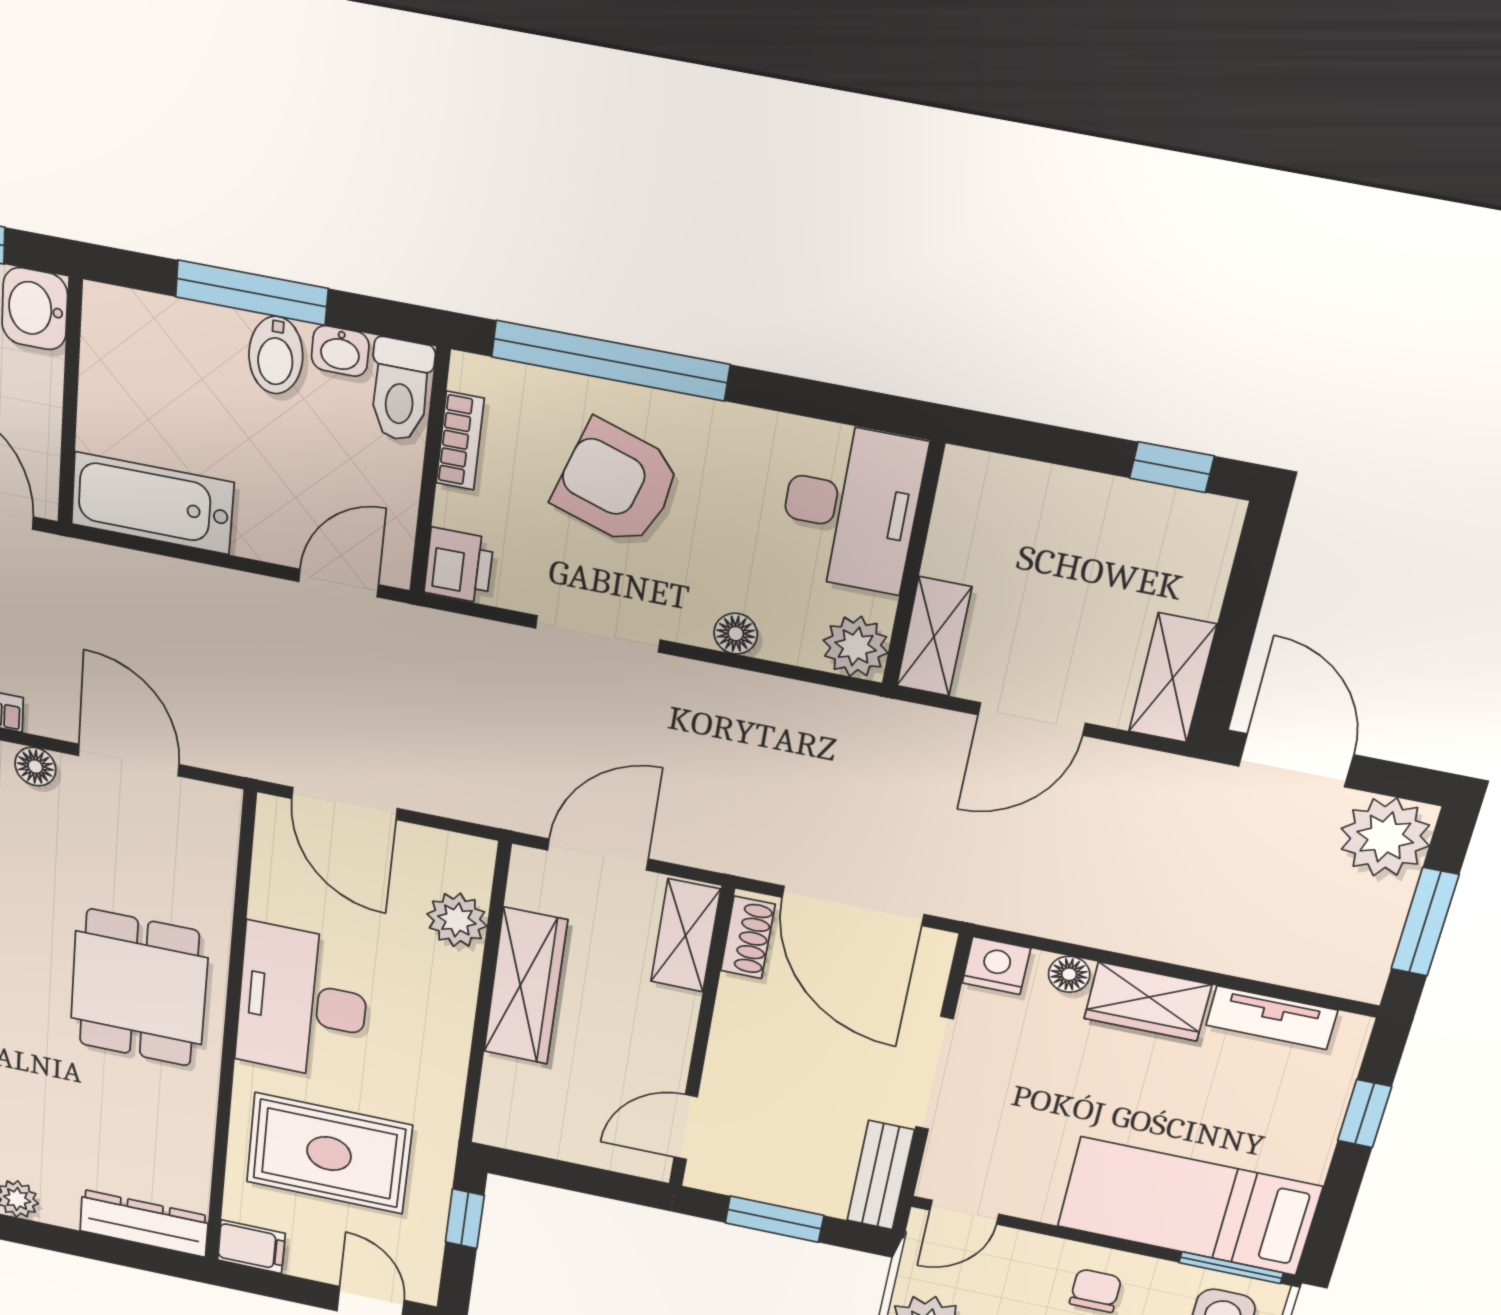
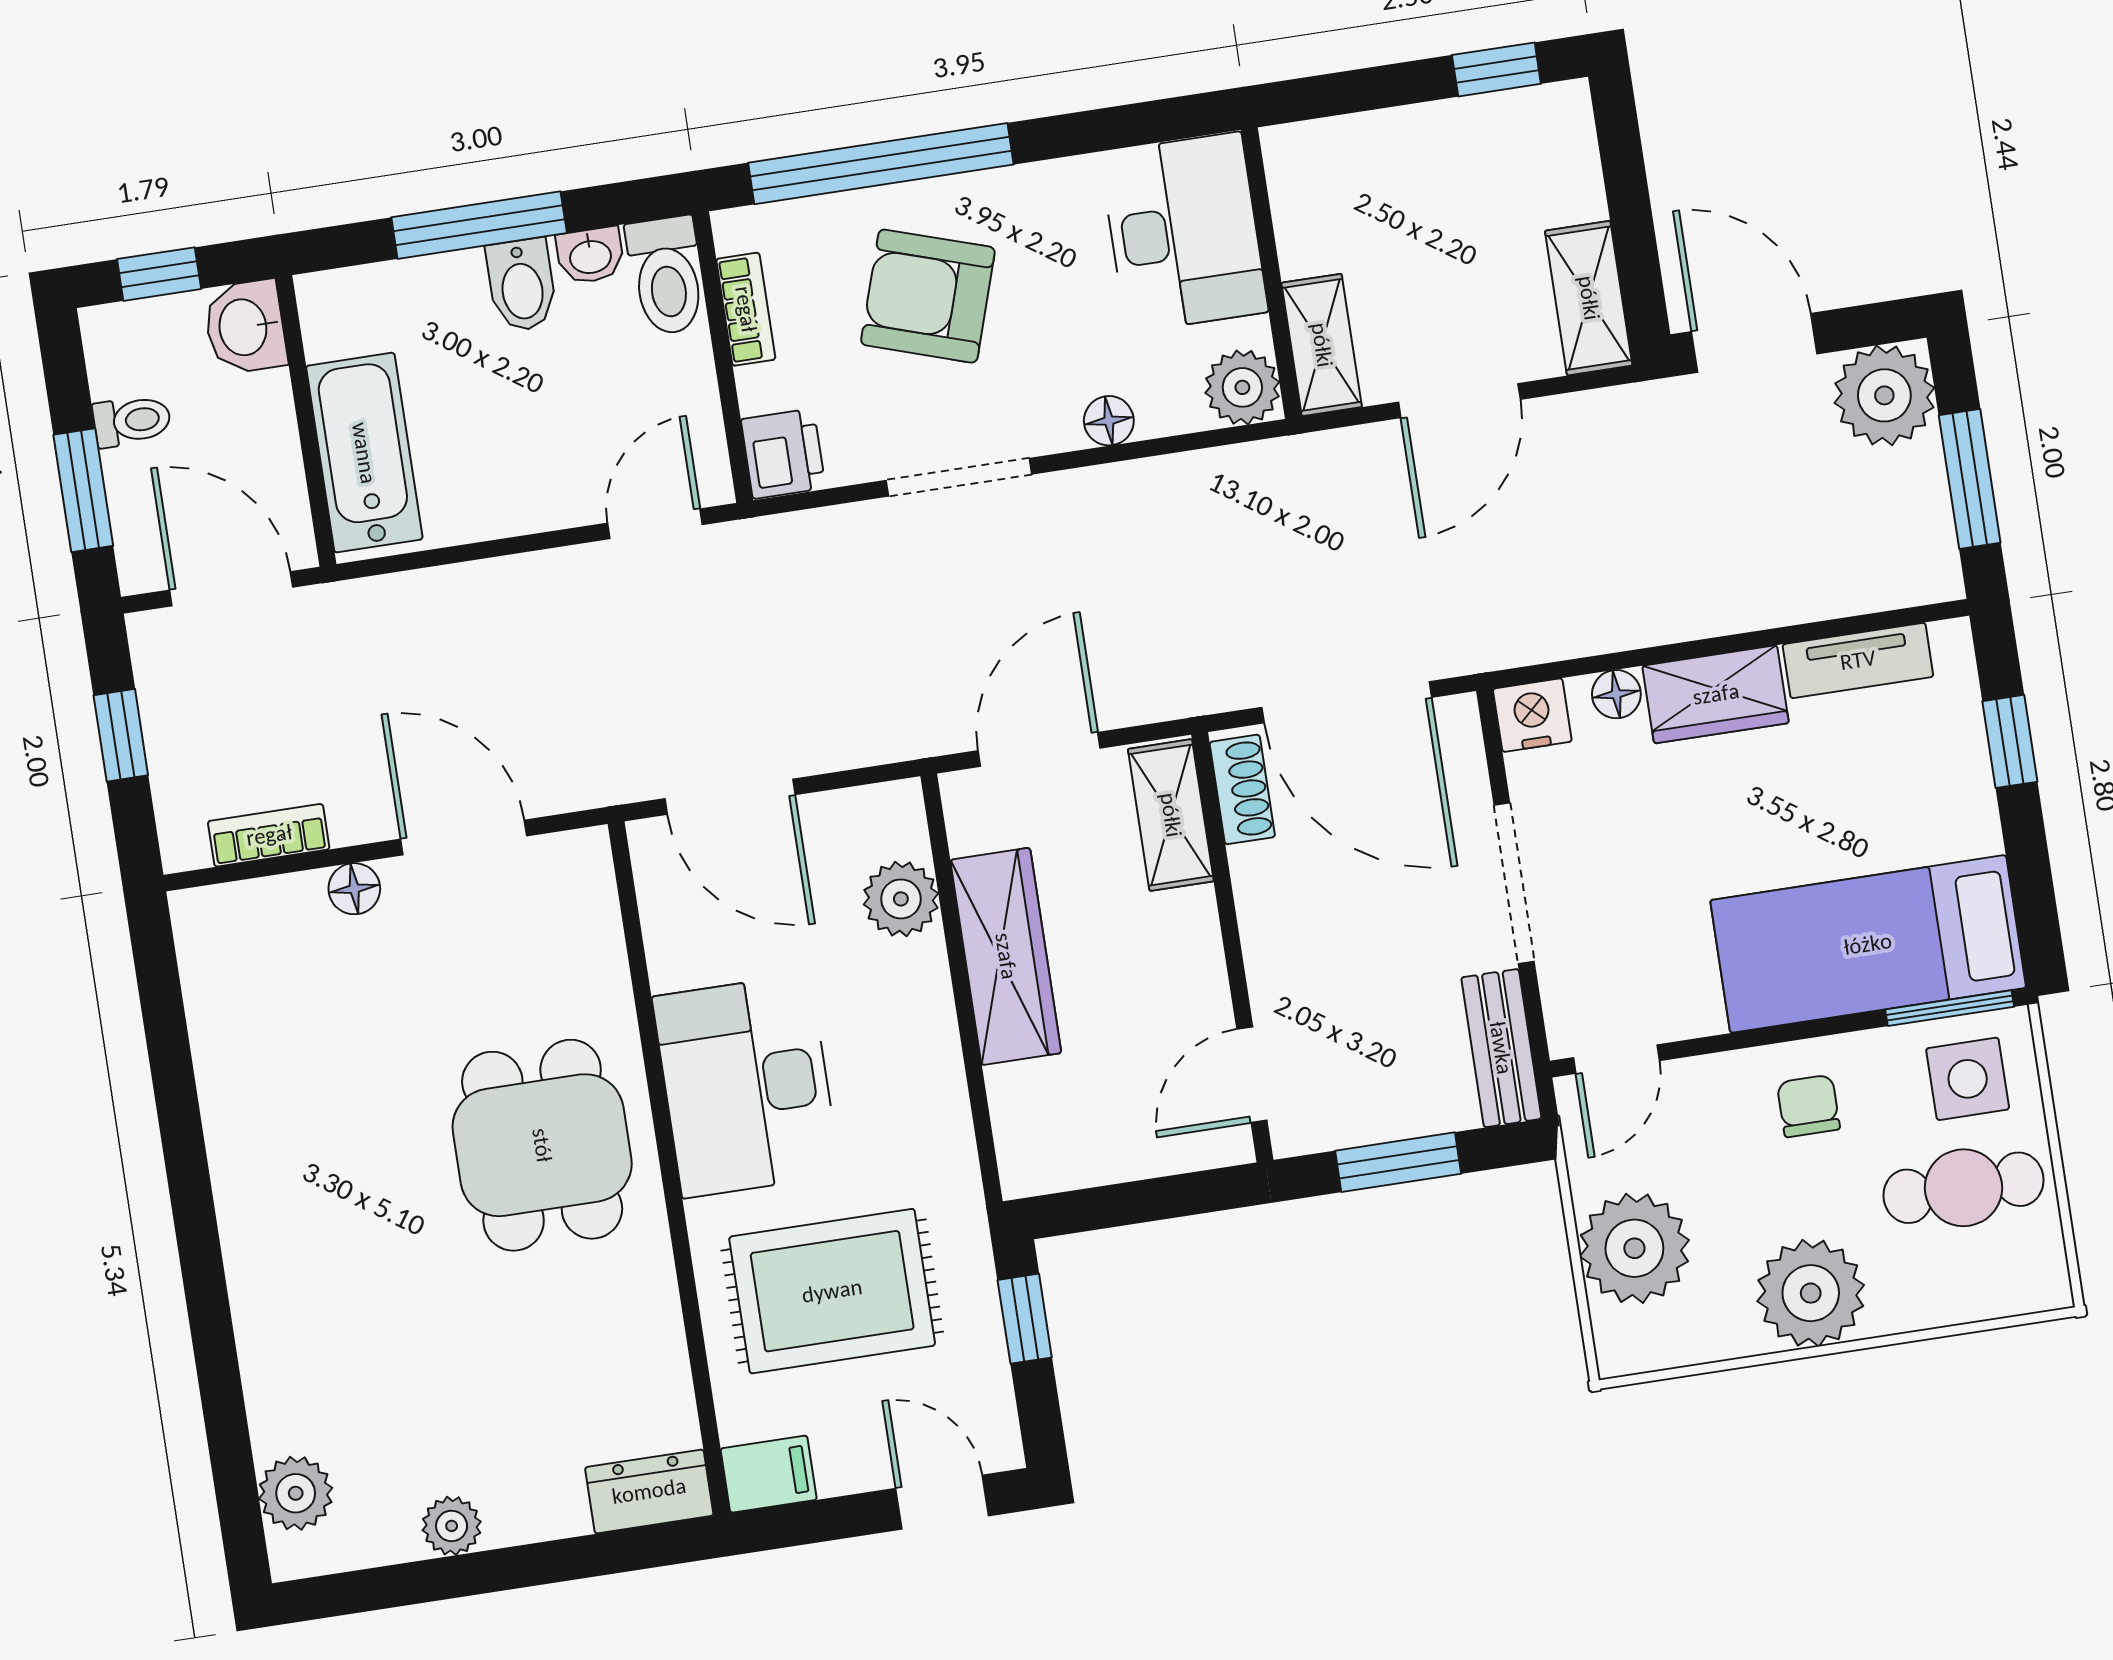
bathtub: (152, 503) -> (364, 453), moved, turned 90
dresser: (144, 1223) -> (649, 1491), width x0.70

